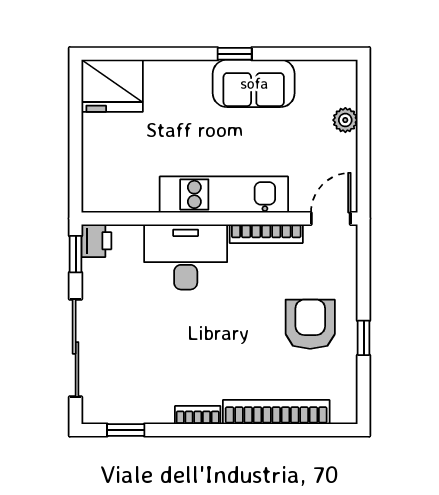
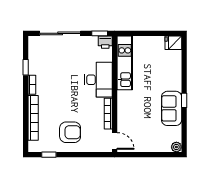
fridge: (112, 86) -> (173, 43), width x0.53, depth x0.75
plant: (345, 120) -> (176, 147), moved
kitchen unit: (224, 194) -> (125, 63), moved
window: (364, 338) -> (49, 155), moved
window: (126, 430) -> (26, 67), moved

